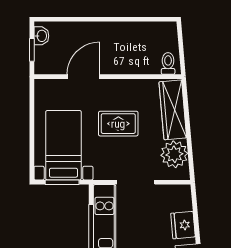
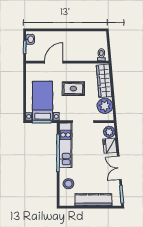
plant: (182, 201) -> (109, 132), added

